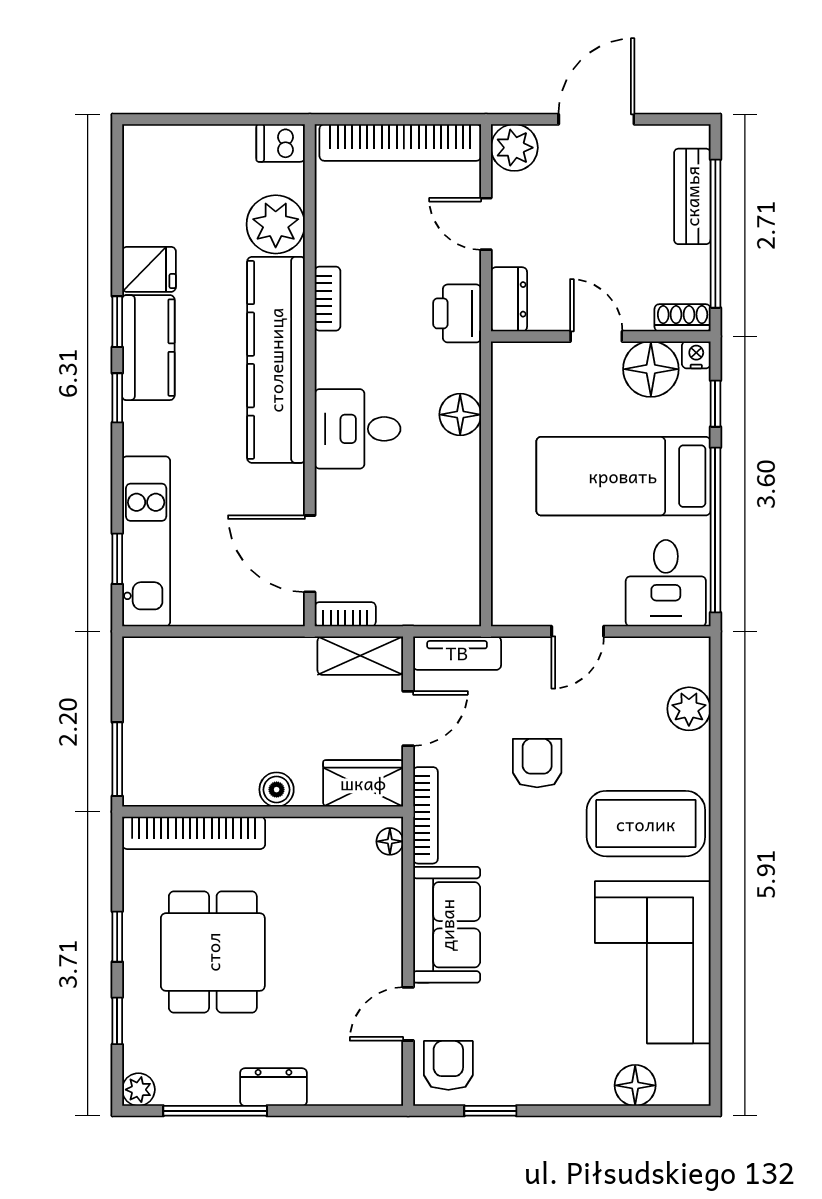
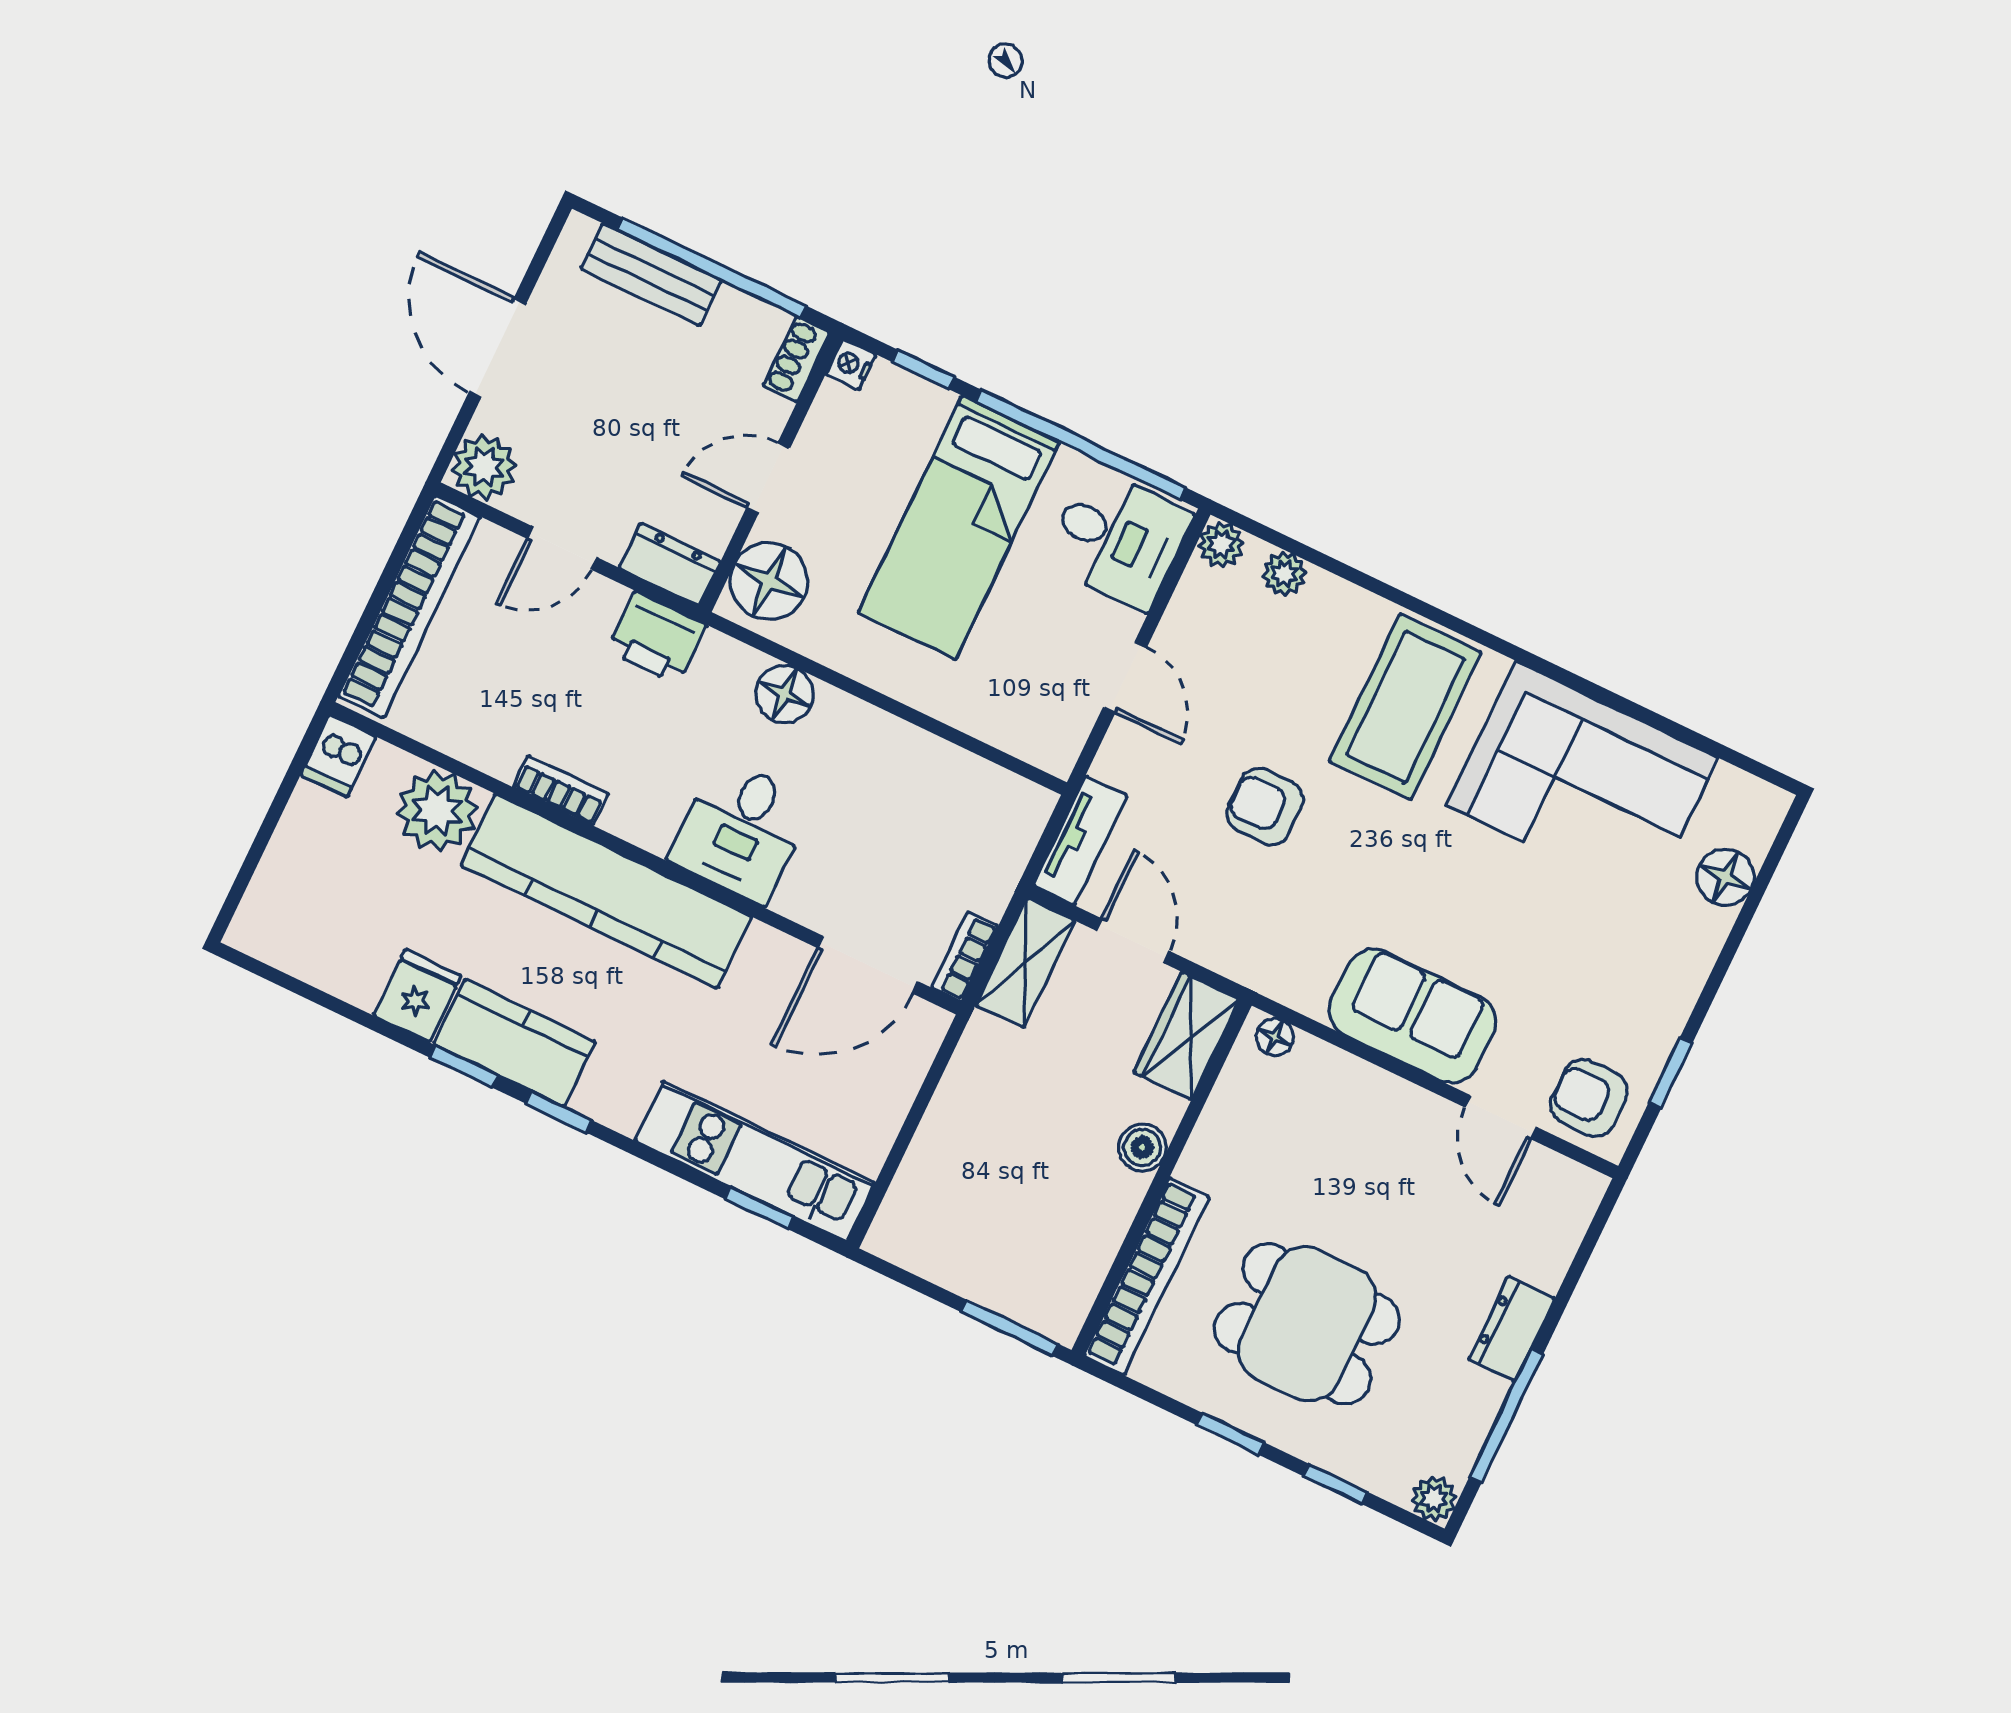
floor lamp: (651, 369) -> (769, 581), moved
plant: (694, 653) -> (1221, 545), added
plant: (689, 709) -> (1284, 574), width x0.73, depth x0.73
bookcase: (425, 815) -> (1263, 977), removed

